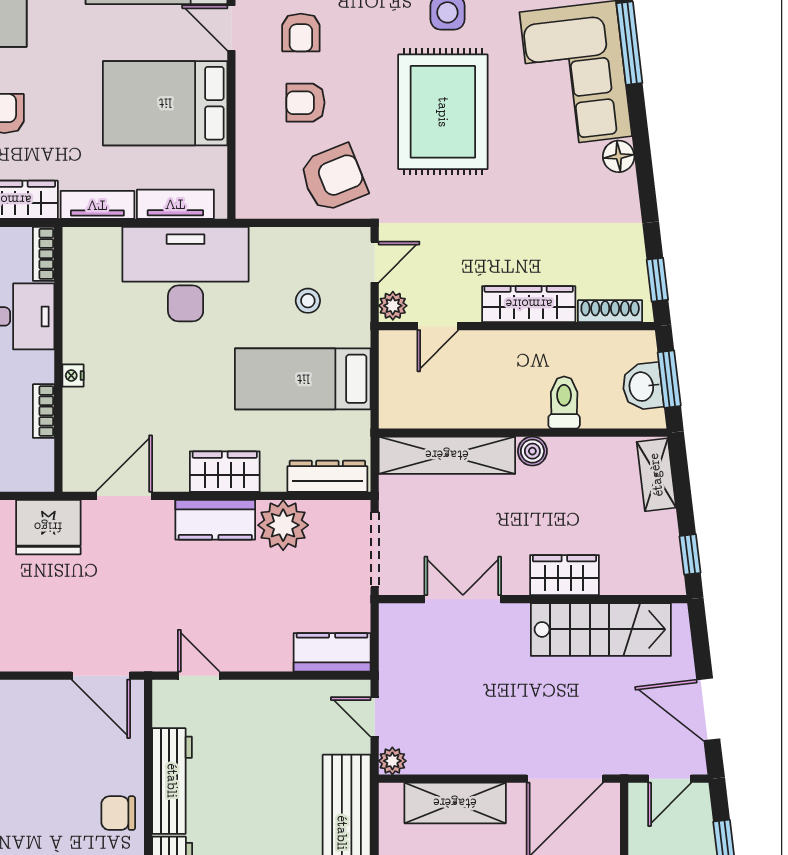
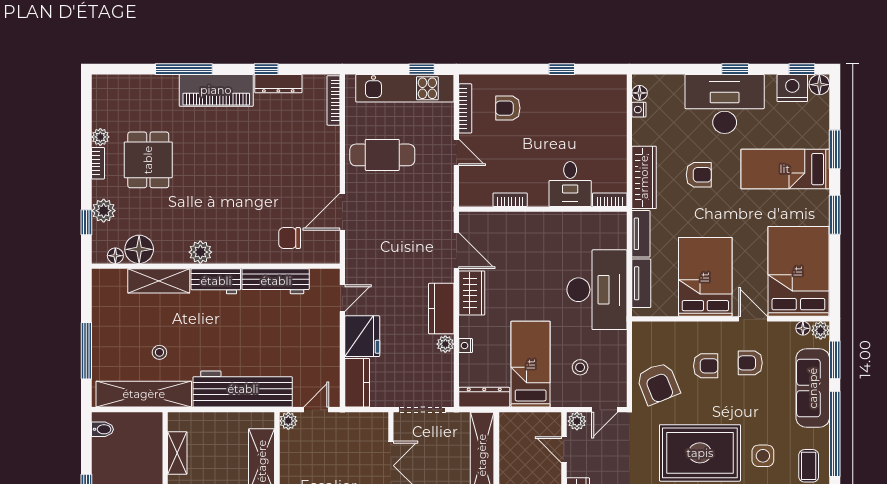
door: (231, 28) -> (753, 319), hinge flipped
armchair: (306, 103) -> (706, 366), turned 90
door: (375, 262) -> (605, 410), hinge flipped
nightstand: (73, 376) -> (466, 346), moved, turned -90
wardrobe: (225, 472) -> (472, 293), moved
dresser: (327, 476) -> (484, 397), moved, turned -90
plant: (283, 525) -> (445, 344), width x0.53, depth x0.53
fridge: (48, 527) -> (362, 336), moved, turned 180
door: (101, 676) -> (342, 212), moved
chair: (118, 813) -> (290, 238), moved, turned -90

